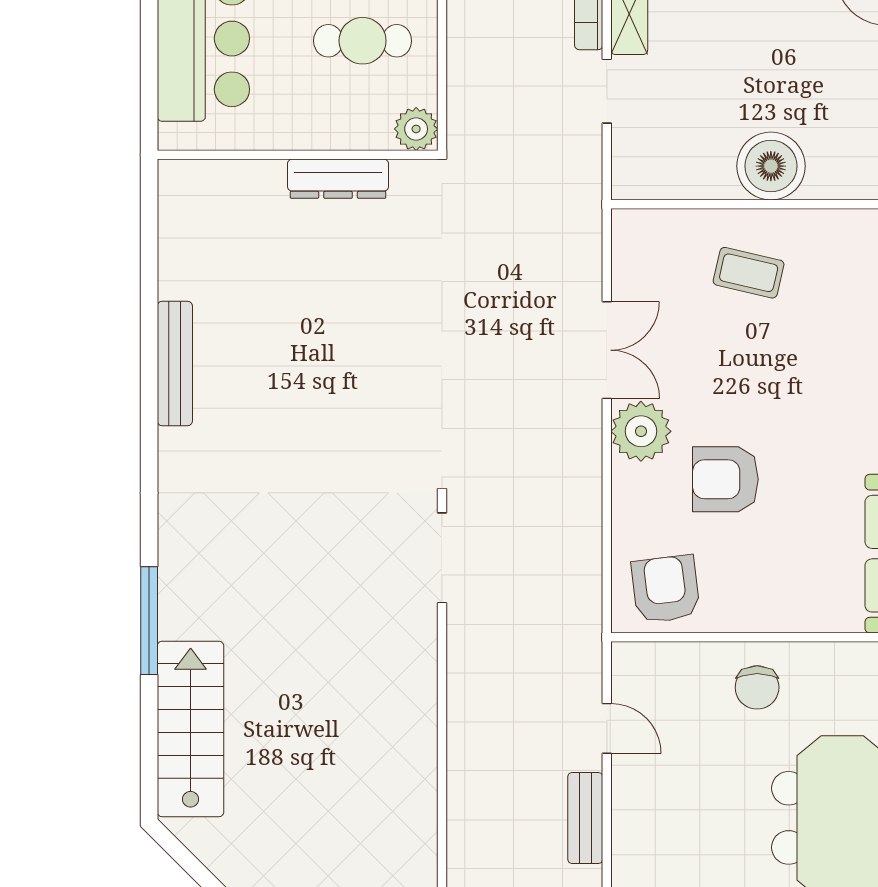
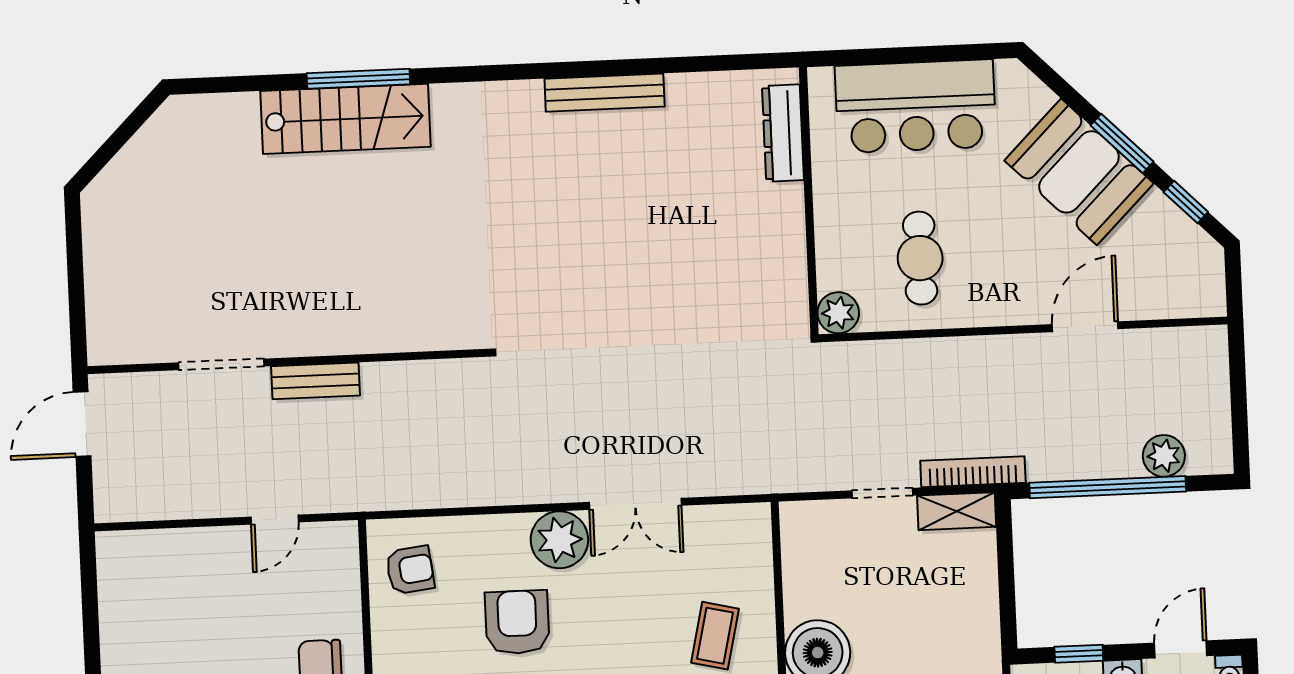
dresser: (338, 179) -> (783, 133), moved
doorway: (442, 558) -> (221, 364), moved
armchair: (666, 589) -> (410, 570), width x0.72, depth x0.72
stairs: (191, 729) -> (346, 119), moved
bench: (585, 818) -> (315, 381), moved

